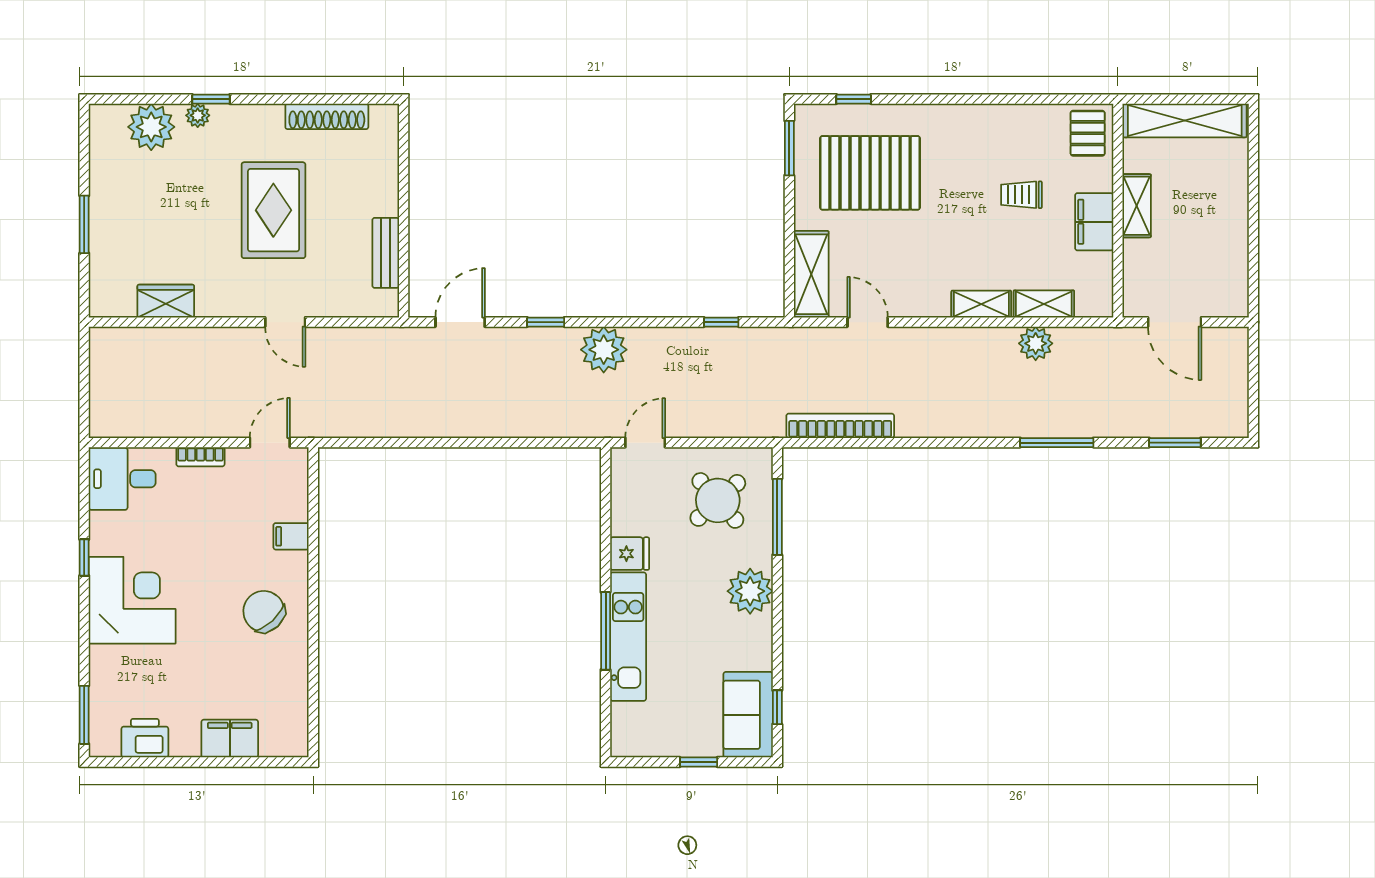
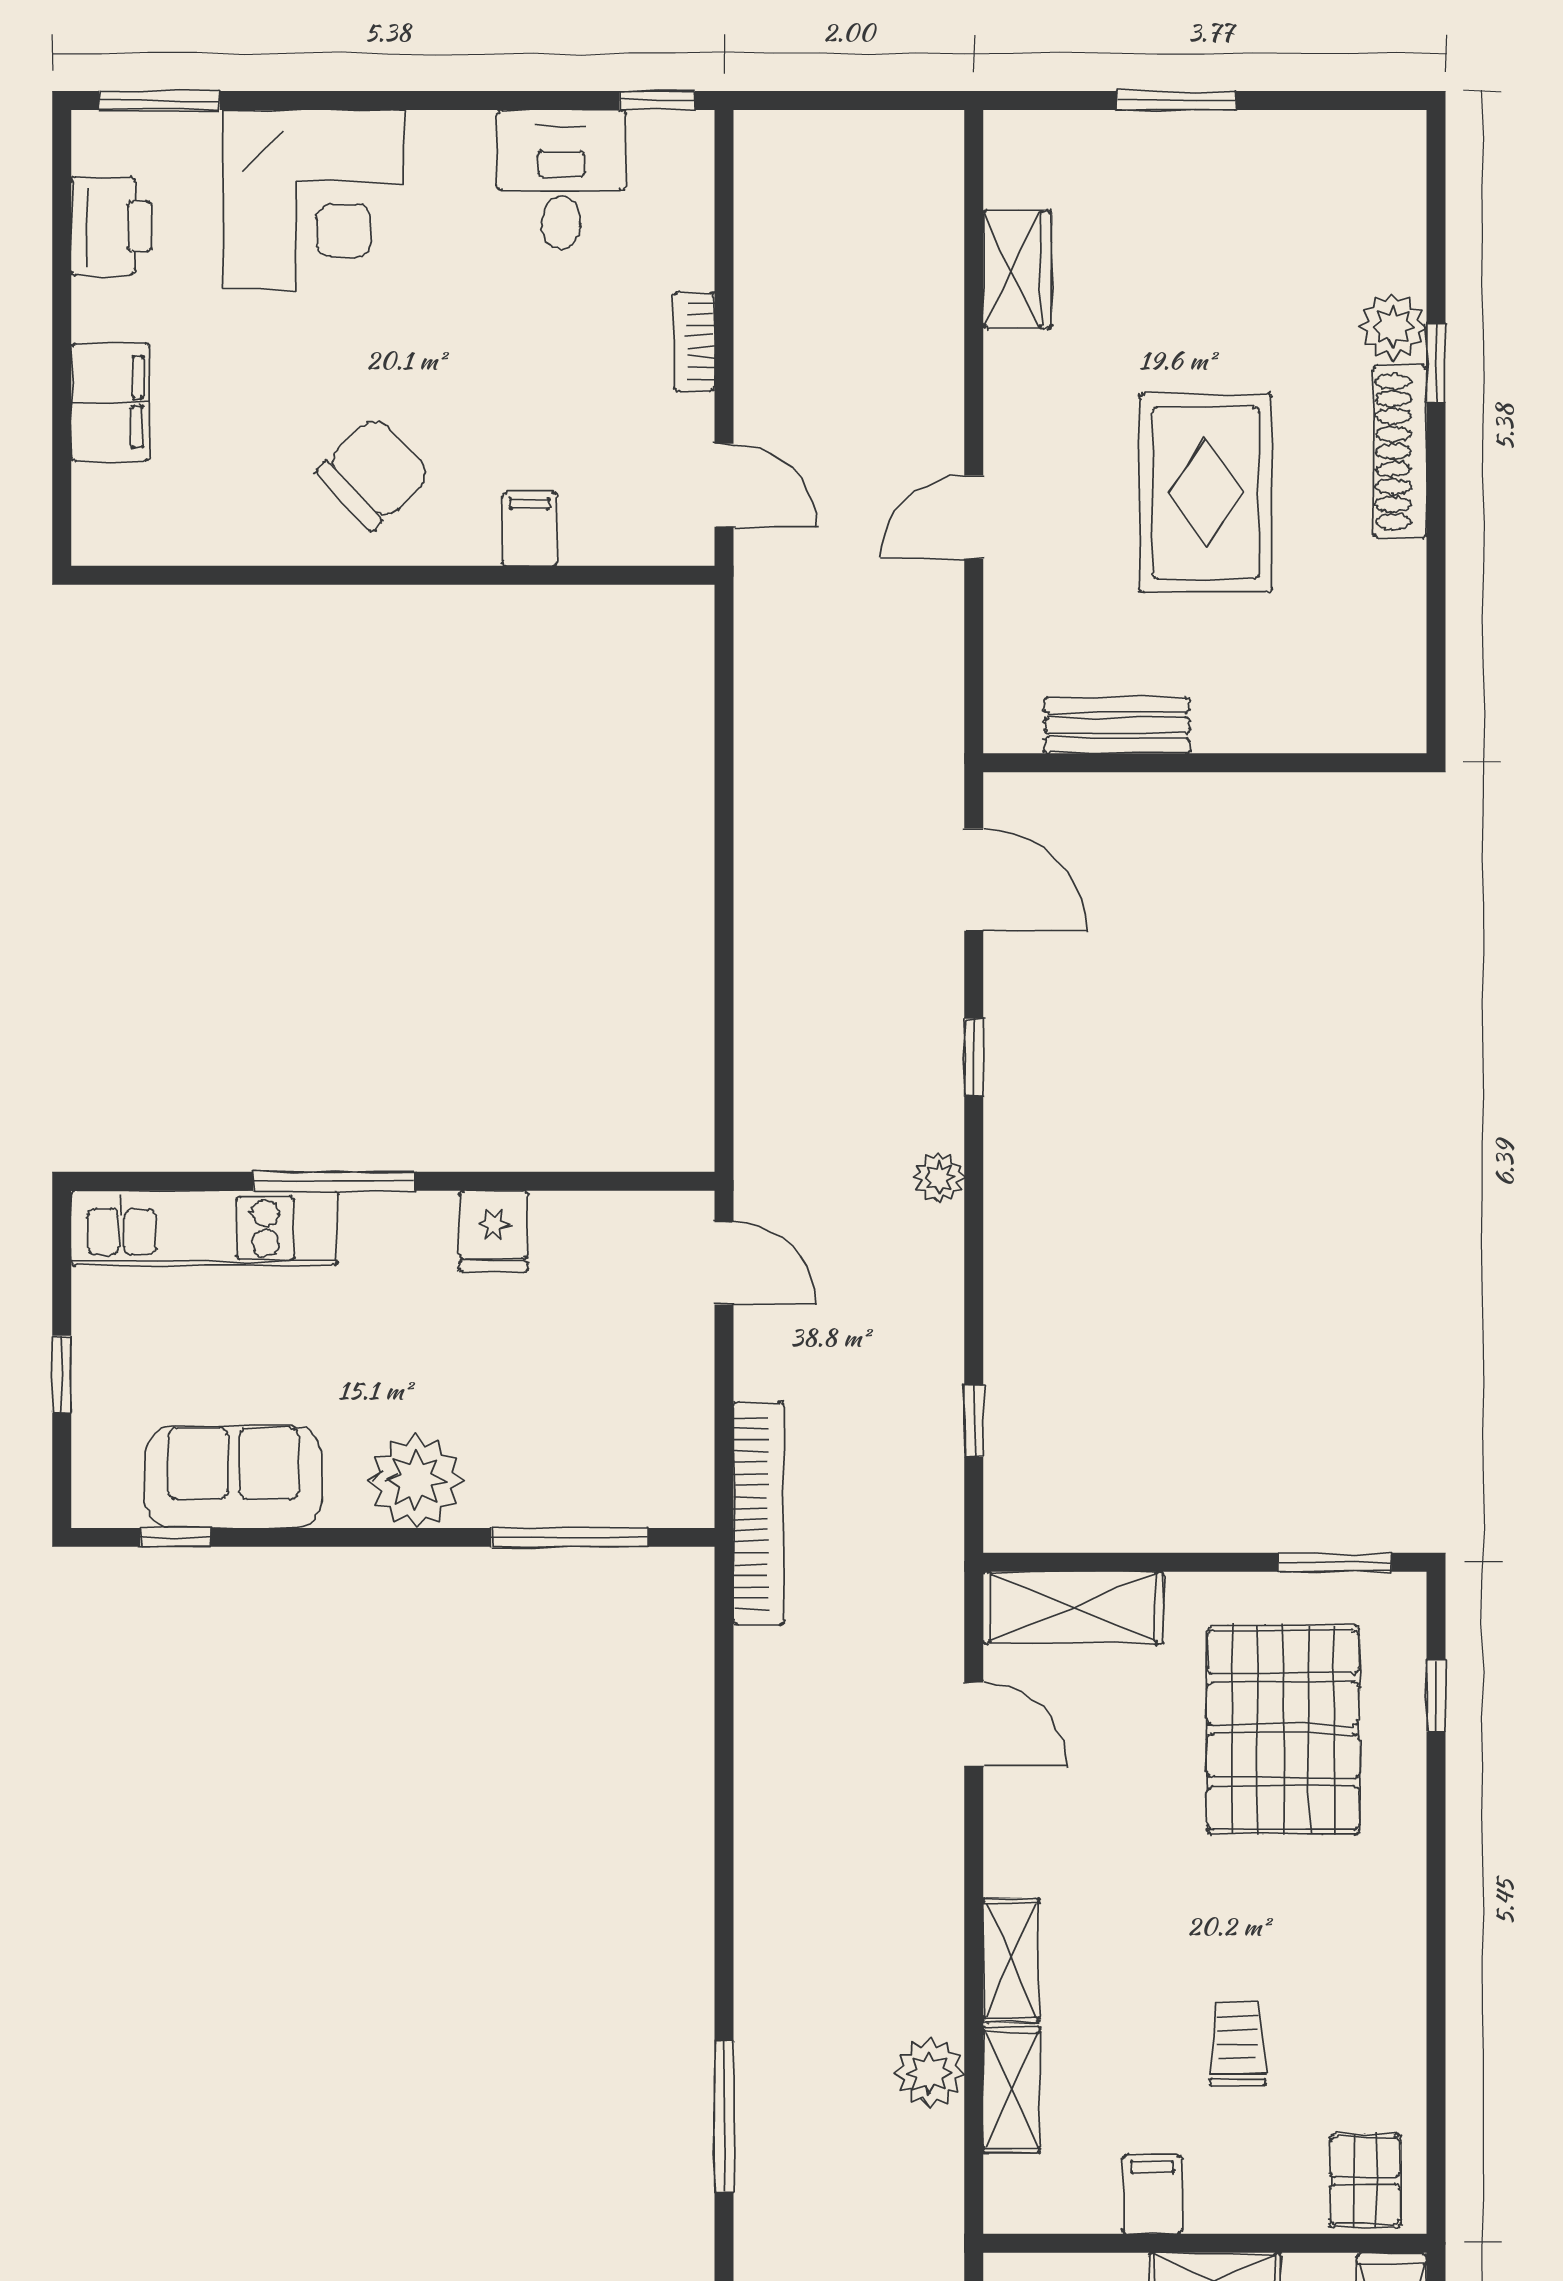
plant: (198, 115) -> (1393, 327), width x1.38, depth x1.38
shoe rack: (327, 116) -> (1400, 452), moved
plant: (151, 127) -> (1378, 239), removed
pallet: (1088, 133) -> (1365, 2181), turned 90
rug: (273, 210) -> (1206, 493), turned 90
filing cabinet: (1094, 222) -> (1152, 2194), width x0.50
door: (868, 322) -> (974, 1725), hinge flipped
plant: (604, 350) -> (939, 1178), width x0.53, depth x0.53
bookcase: (840, 426) -> (759, 1513), moved
desk: (122, 479) -> (561, 179), moved
round table: (718, 500) -> (604, 1414), removed
window: (84, 557) -> (657, 101), moved
corner desk: (132, 600) -> (313, 200), moved
kitchen unit: (628, 637) -> (204, 1228), moved
sofa: (748, 715) -> (233, 1477), moved

